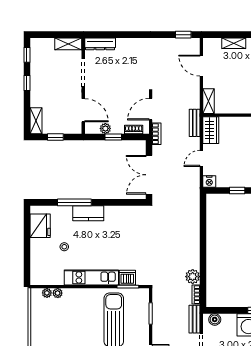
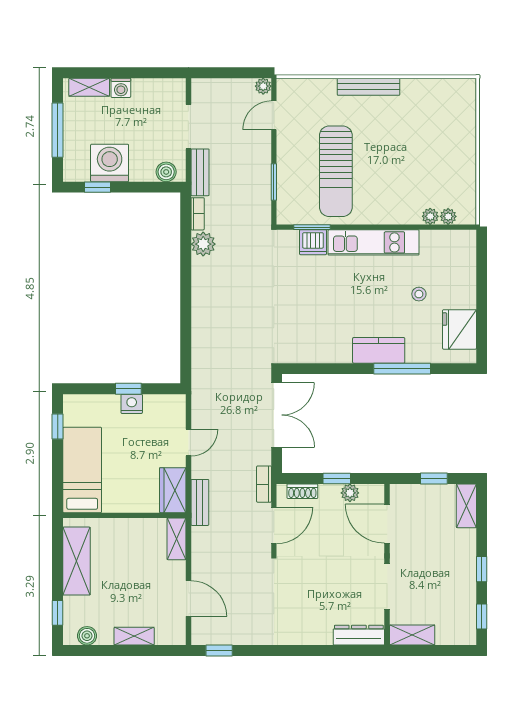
nightstand: (209, 181) -> (132, 404), moved

